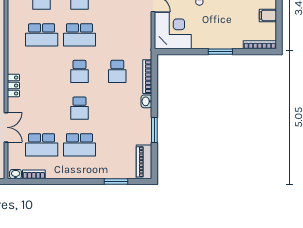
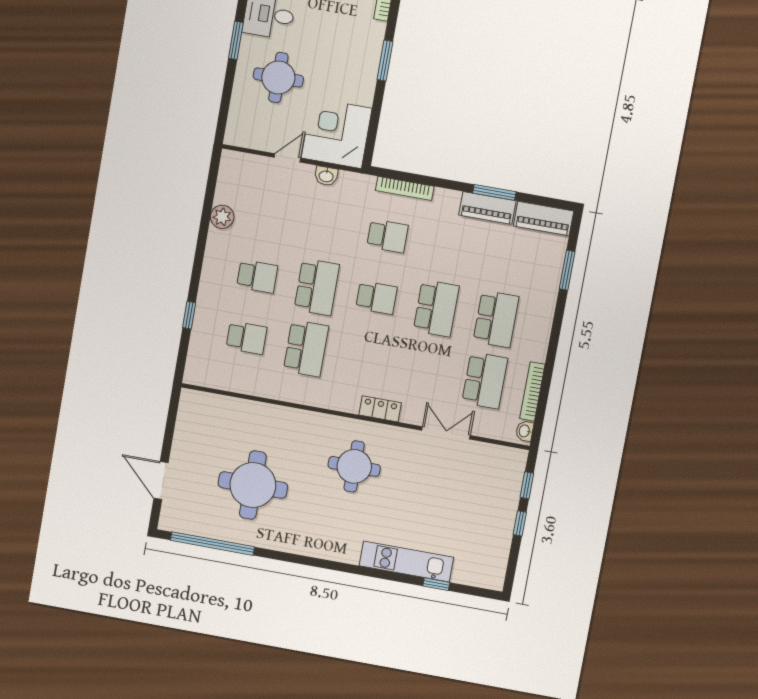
washbasin: (146, 101) -> (326, 176), moved
school desk: (79, 108) -> (436, 308), width x1.85
piano: (144, 128) -> (487, 208), added
bookcase: (34, 174) -> (532, 391), width x1.56

